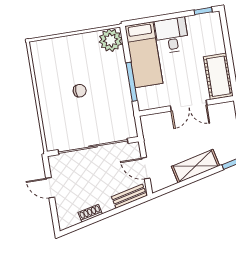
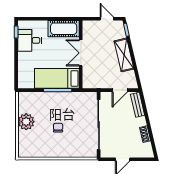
desk: (172, 35) -> (30, 40), moved
plant: (111, 40) -> (26, 122), moved
bed: (144, 55) -> (57, 78), moved, turned 180
double door: (189, 106) -> (81, 53), swing flipped

